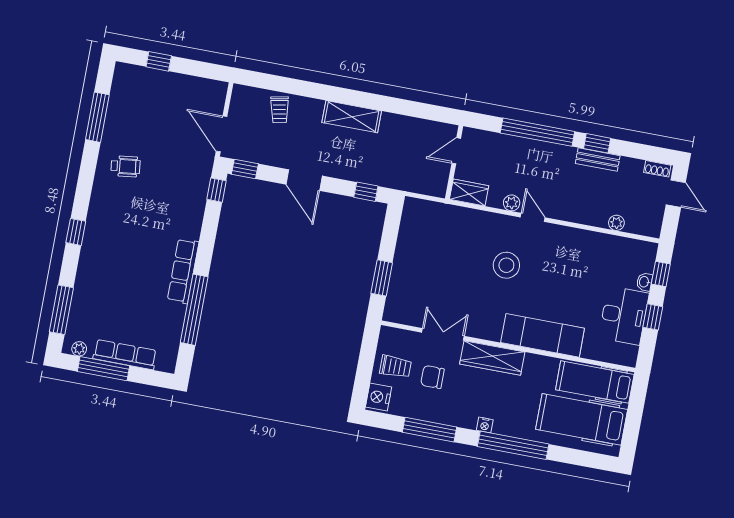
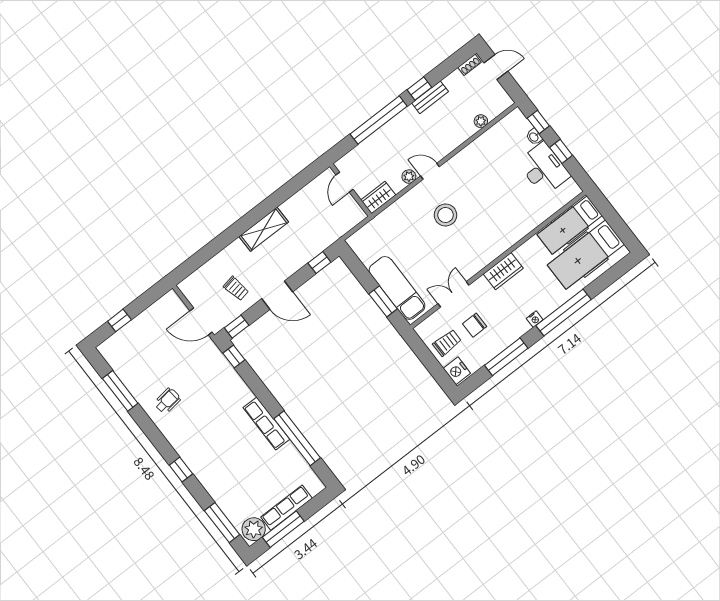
trolley: (279, 110) -> (236, 289), moved
exam couch: (543, 335) -> (397, 288), moved, turned 90
plant: (79, 349) -> (254, 529), width x1.87, depth x1.87
wardrobe: (492, 358) -> (503, 271), width x0.67

